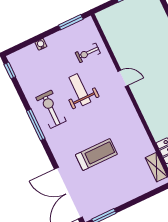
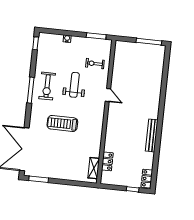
exercise bike: (51, 109) -> (47, 86), turned 180
treadmill: (96, 155) -> (62, 123), moved, turned 180

